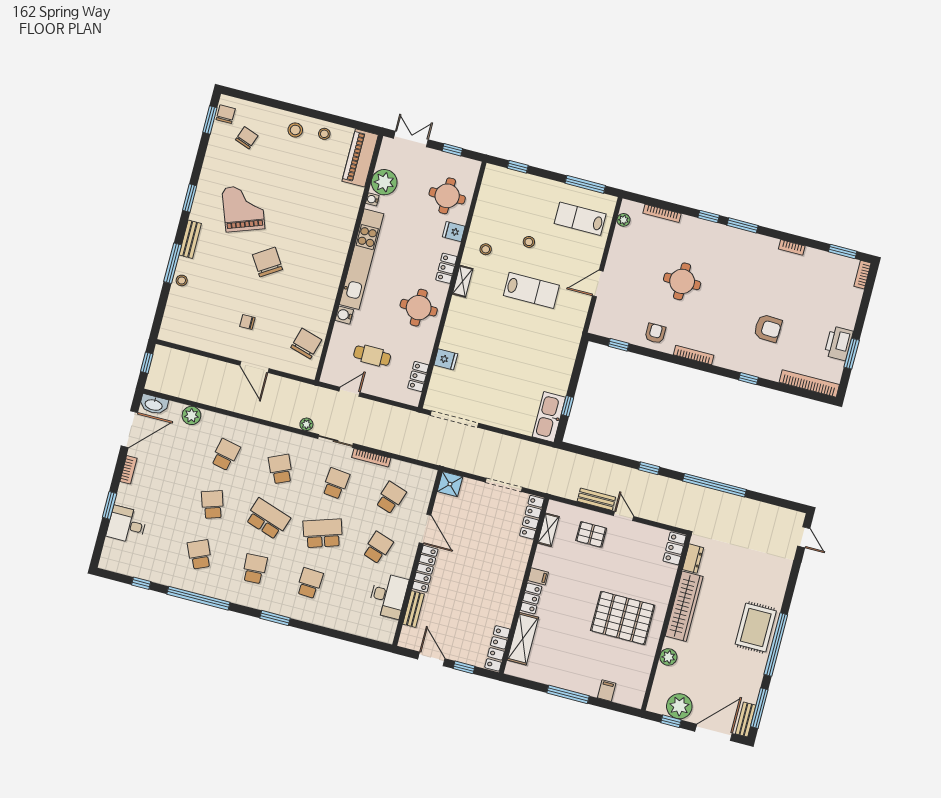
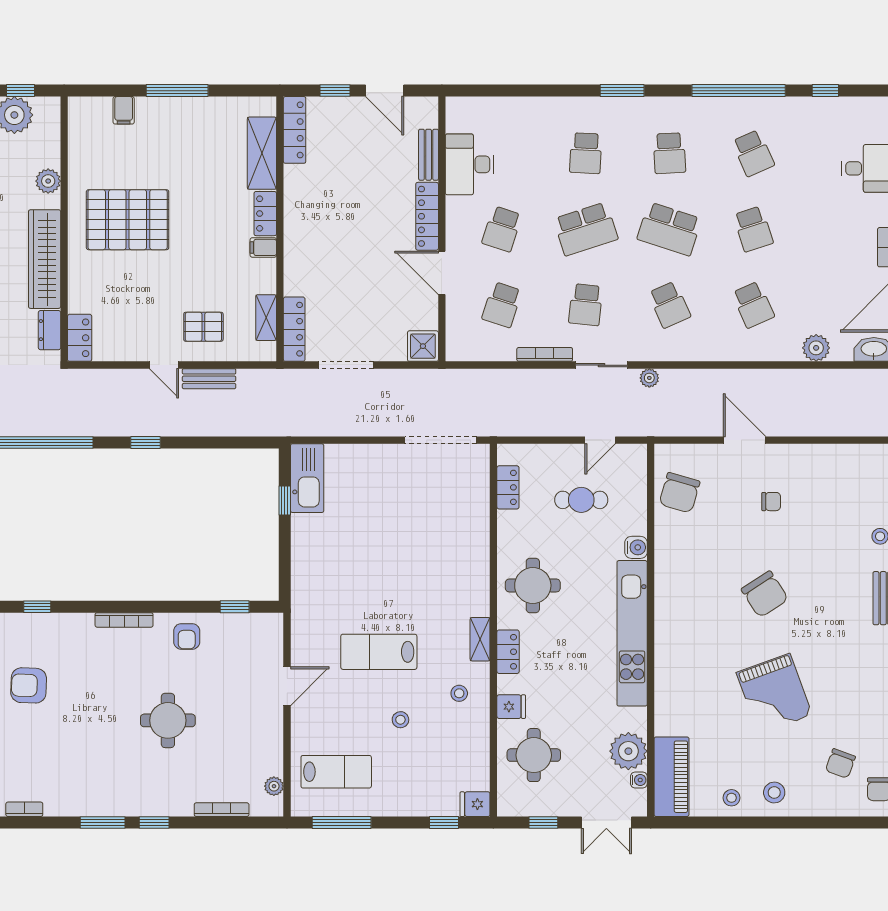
water cooler: (372, 199) -> (639, 780), moved
grand piano: (243, 208) -> (774, 694), moved
fridge: (446, 359) -> (475, 804), moved
school desk: (225, 455) -> (753, 305), turned -36

